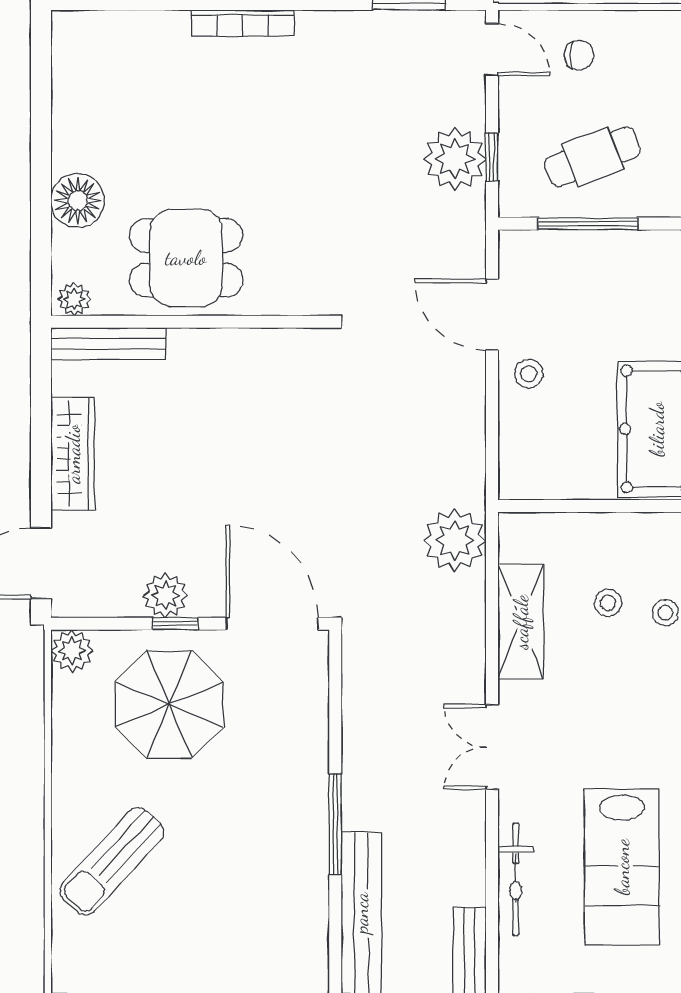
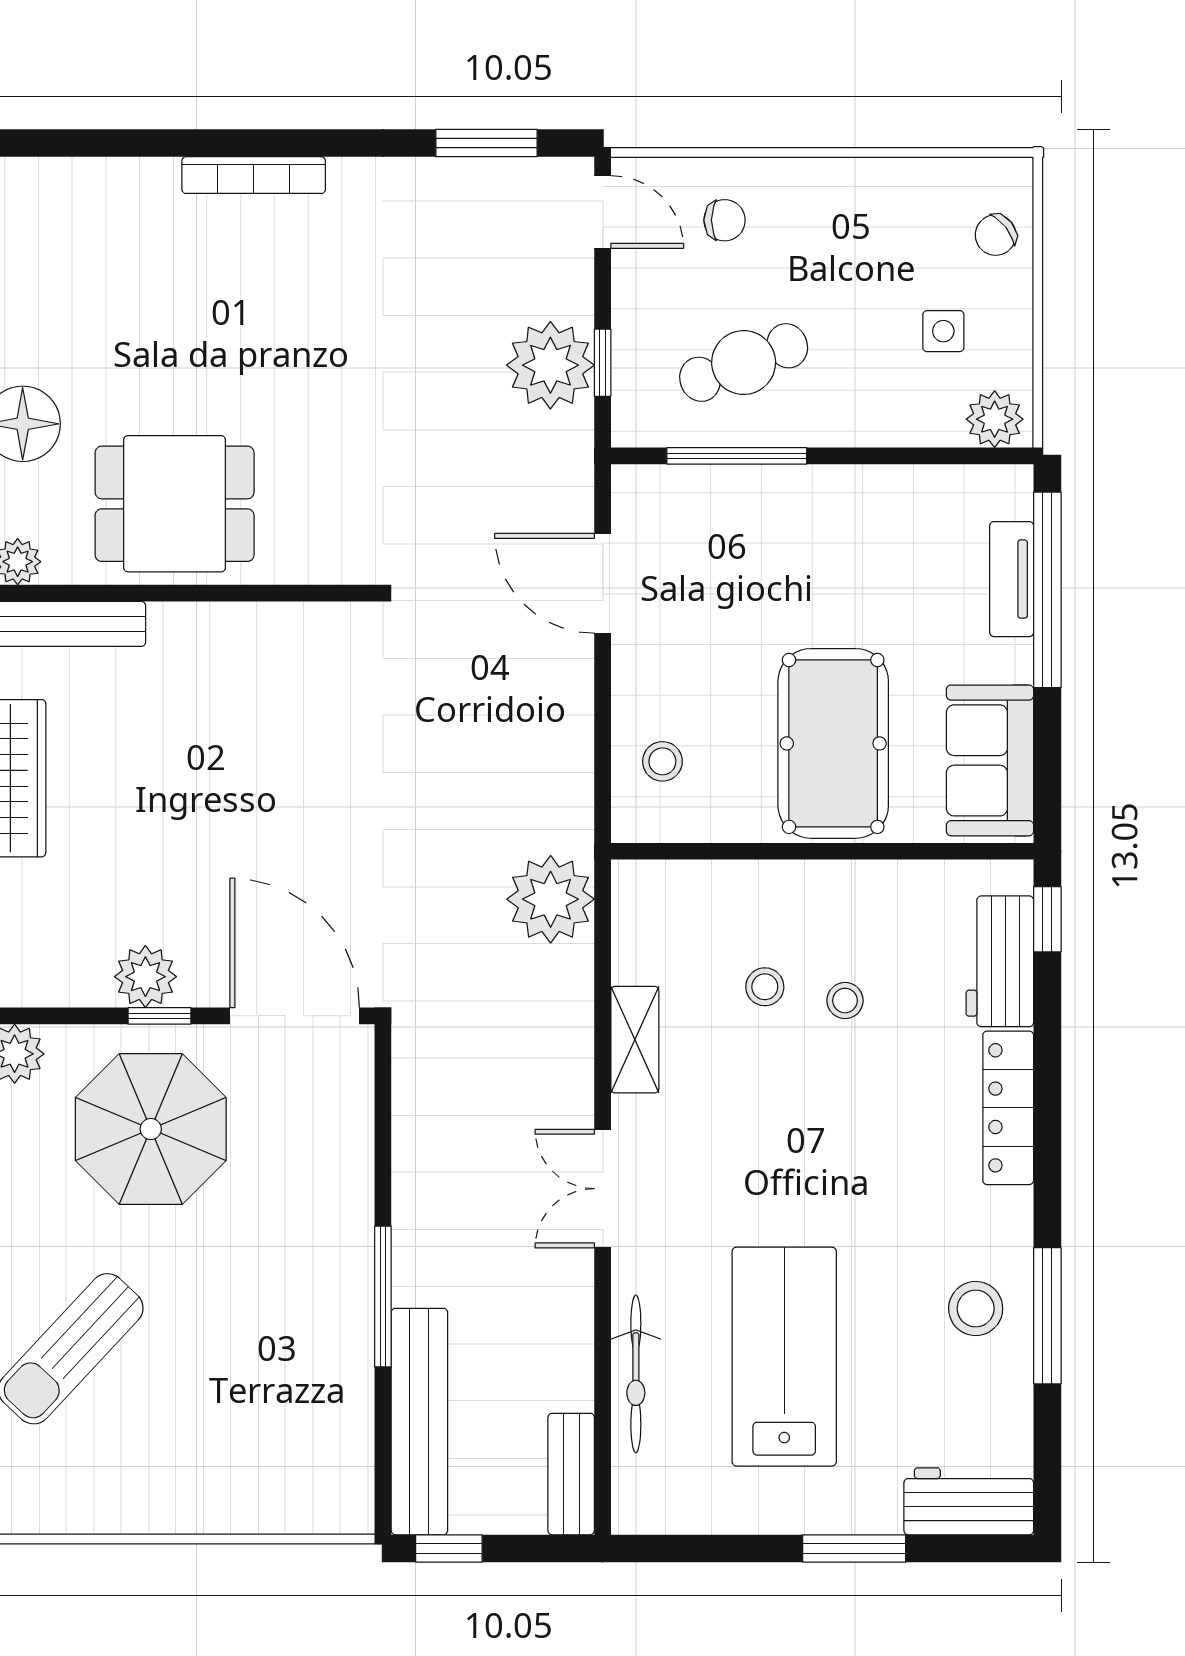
stool: (529, 374) -> (662, 761), moved
shelving: (521, 622) -> (635, 1040), width x0.67, depth x0.75
lab bench: (622, 867) -> (784, 1357), turned 180

